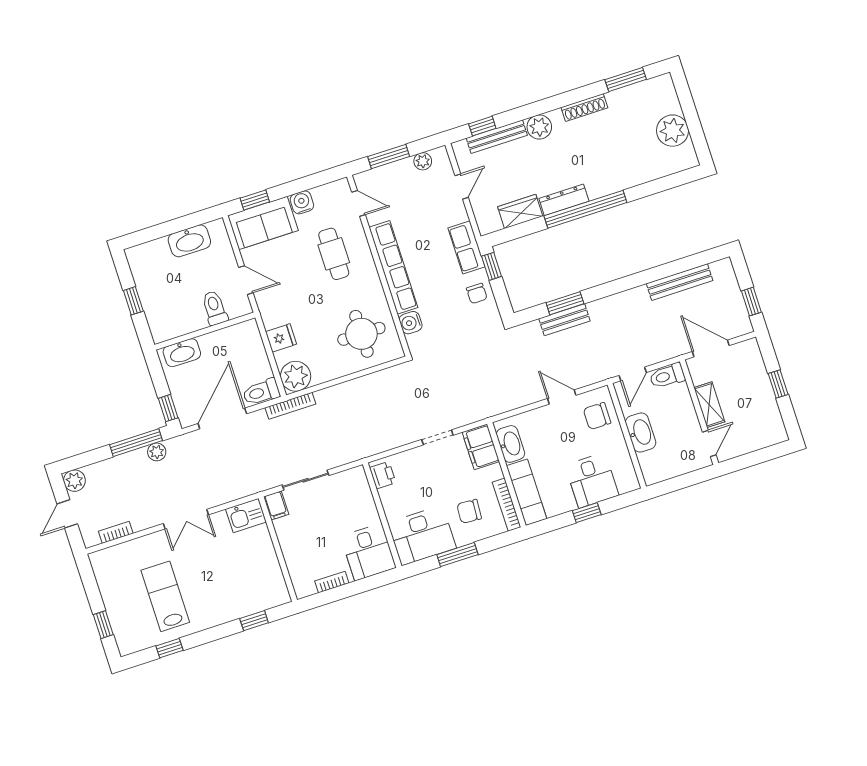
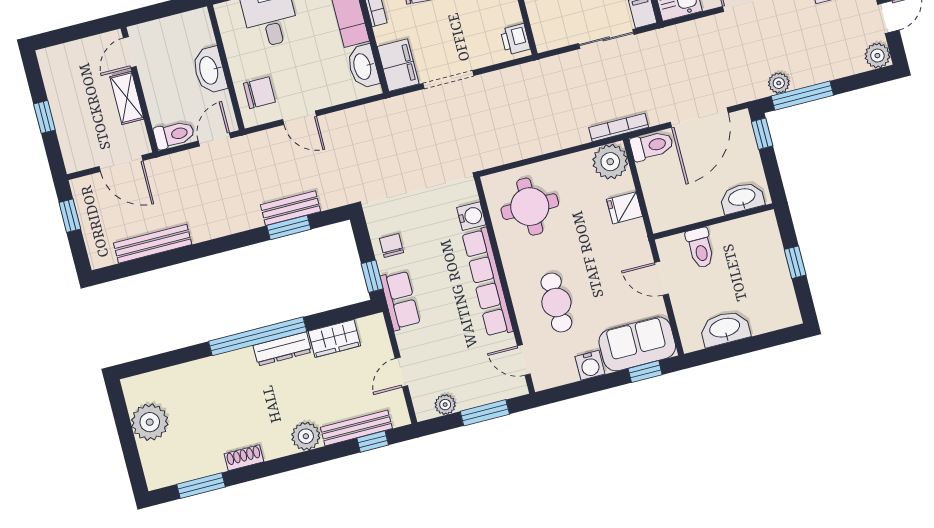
shoe rack: (584, 107) -> (244, 458), width x0.70
doorway: (437, 437) -> (448, 80), width x1.38

